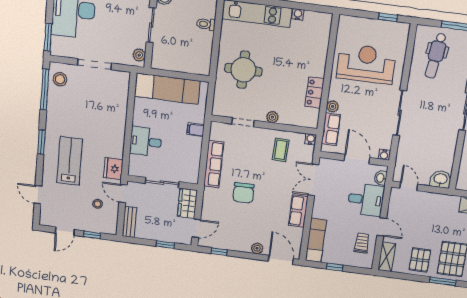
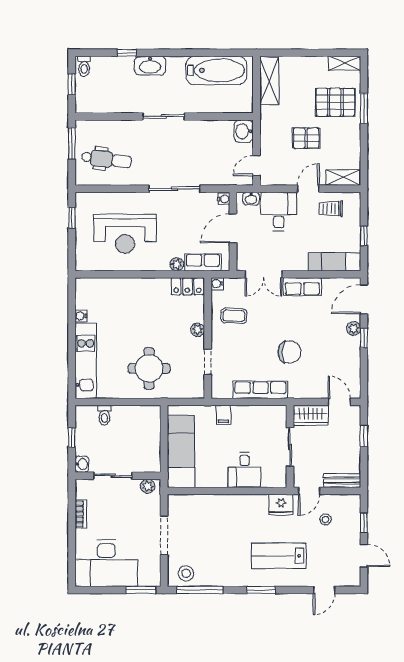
reception desk: (366, 64) -> (125, 234), turned -90
locker: (315, 93) -> (187, 286), moved
window: (219, 252) -> (364, 338), moved
pallet: (420, 260) -> (306, 138), moved

